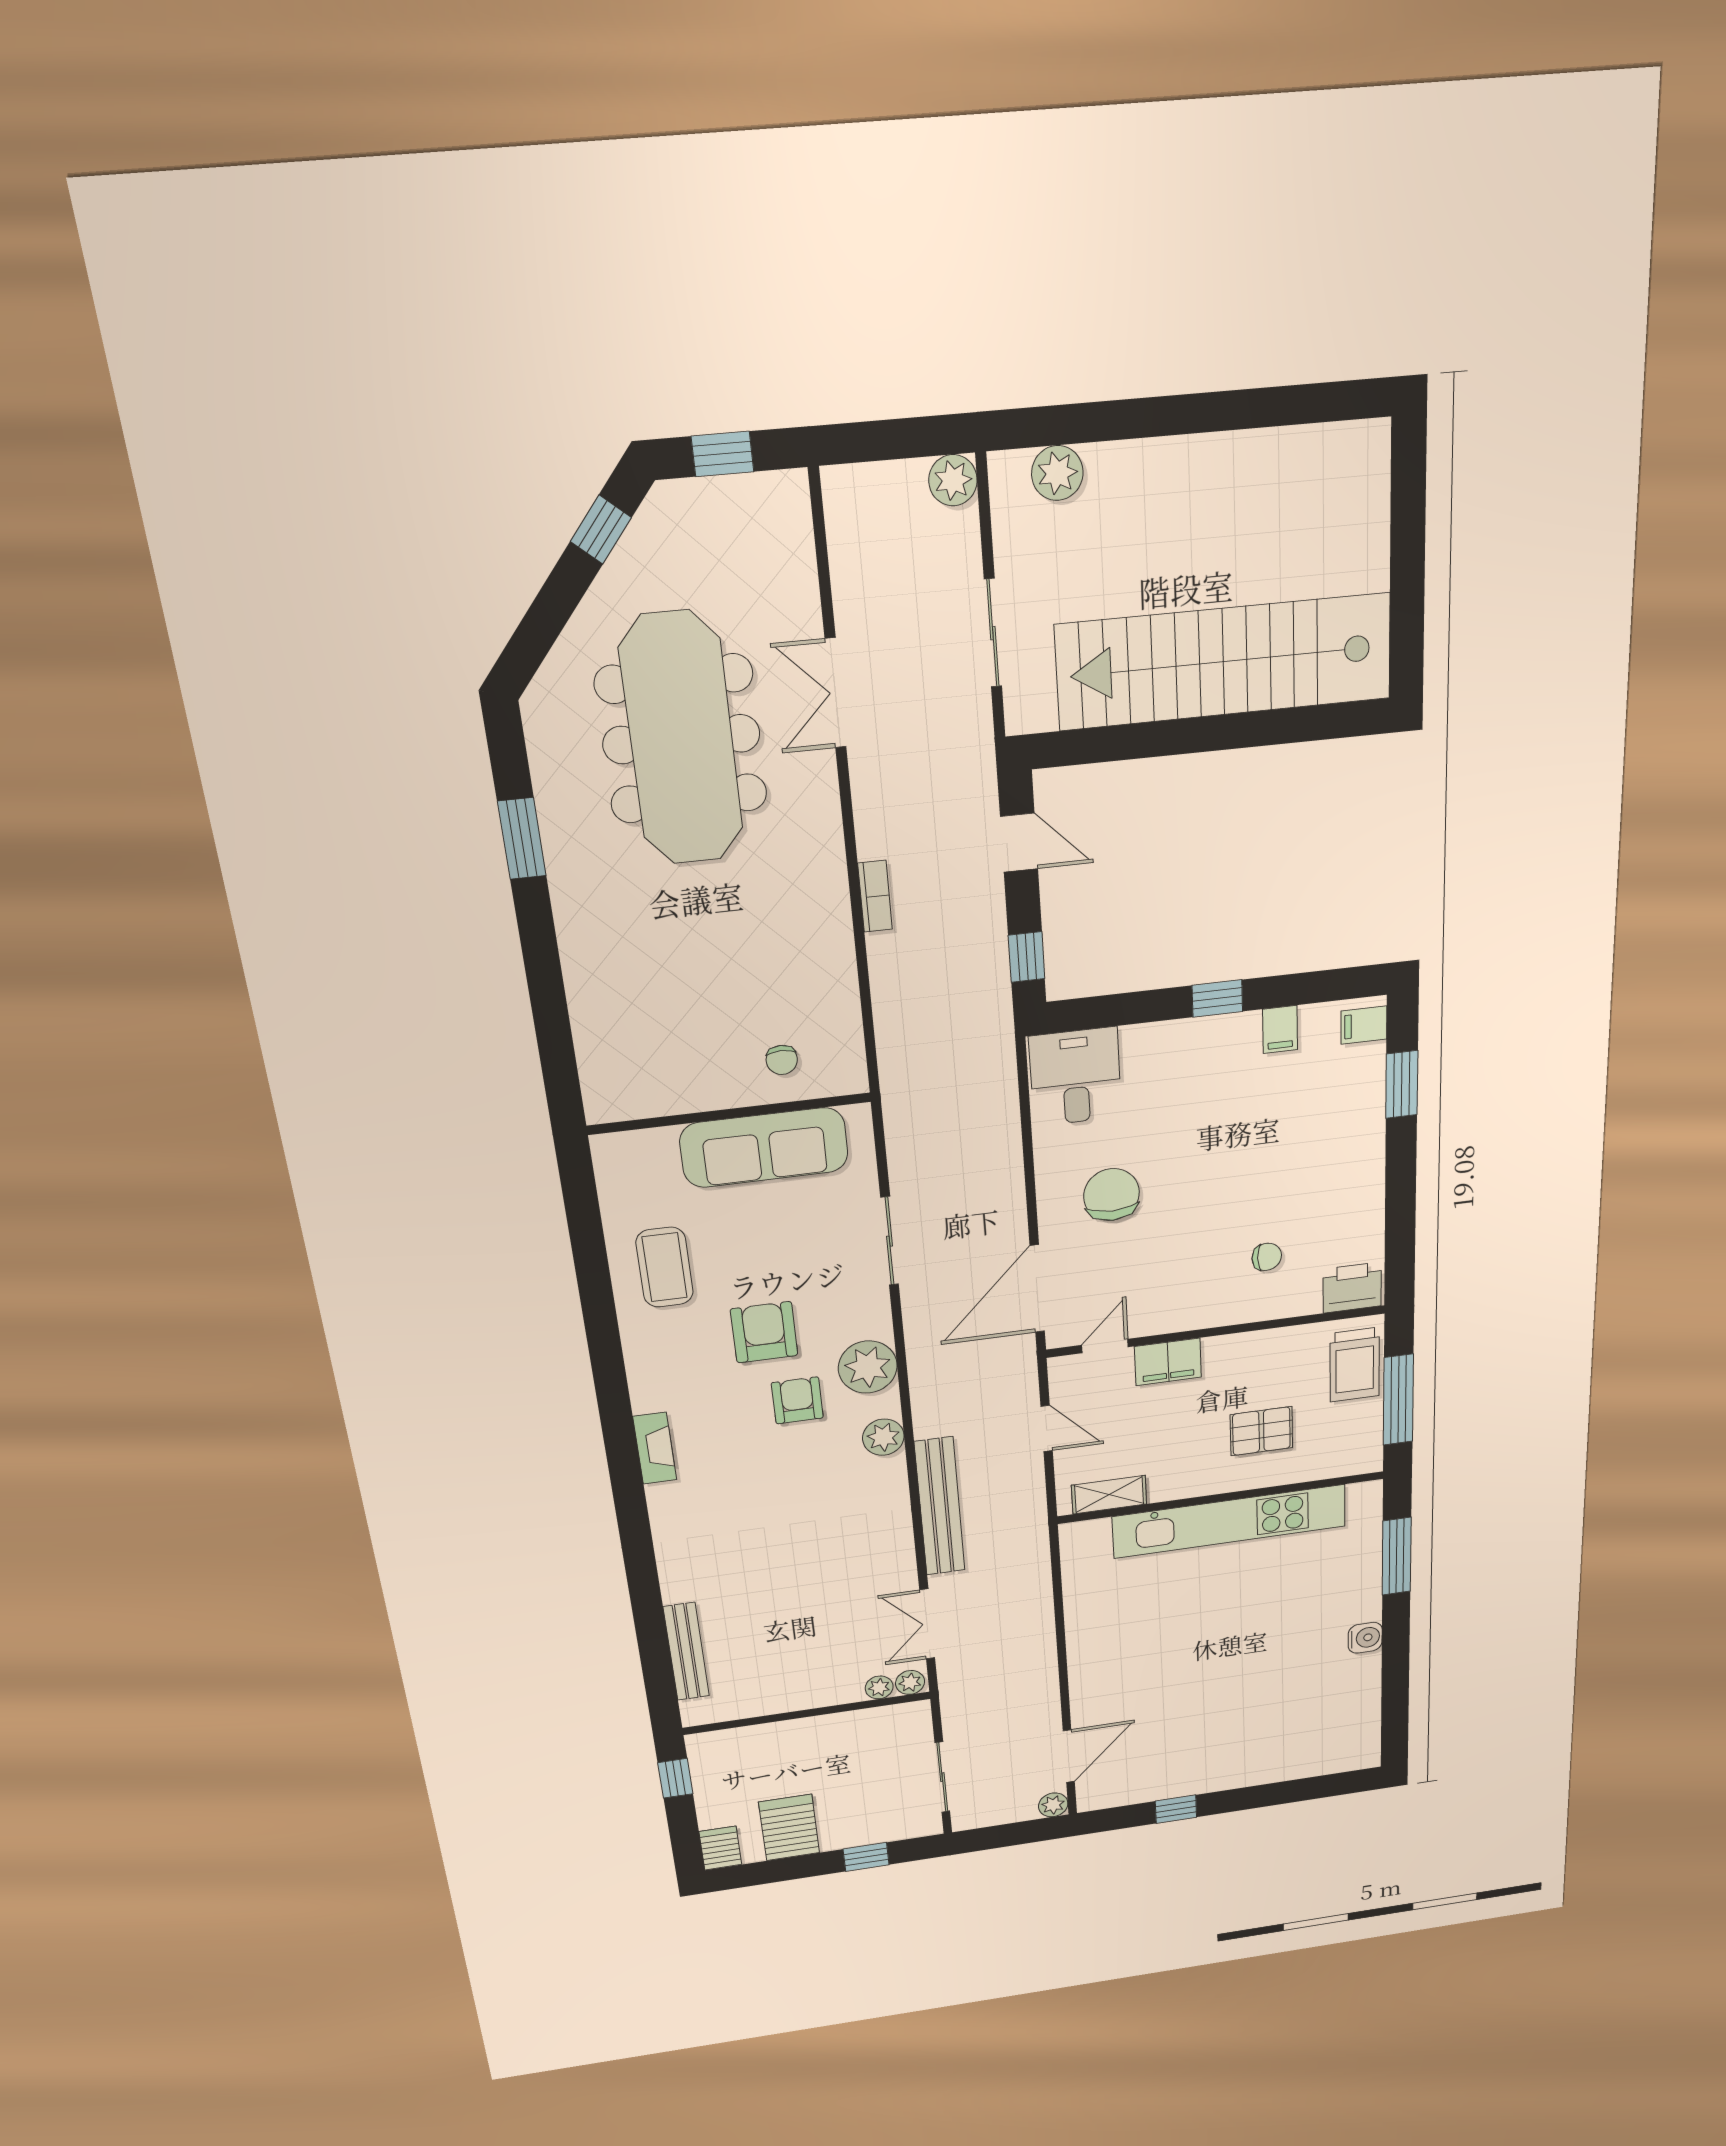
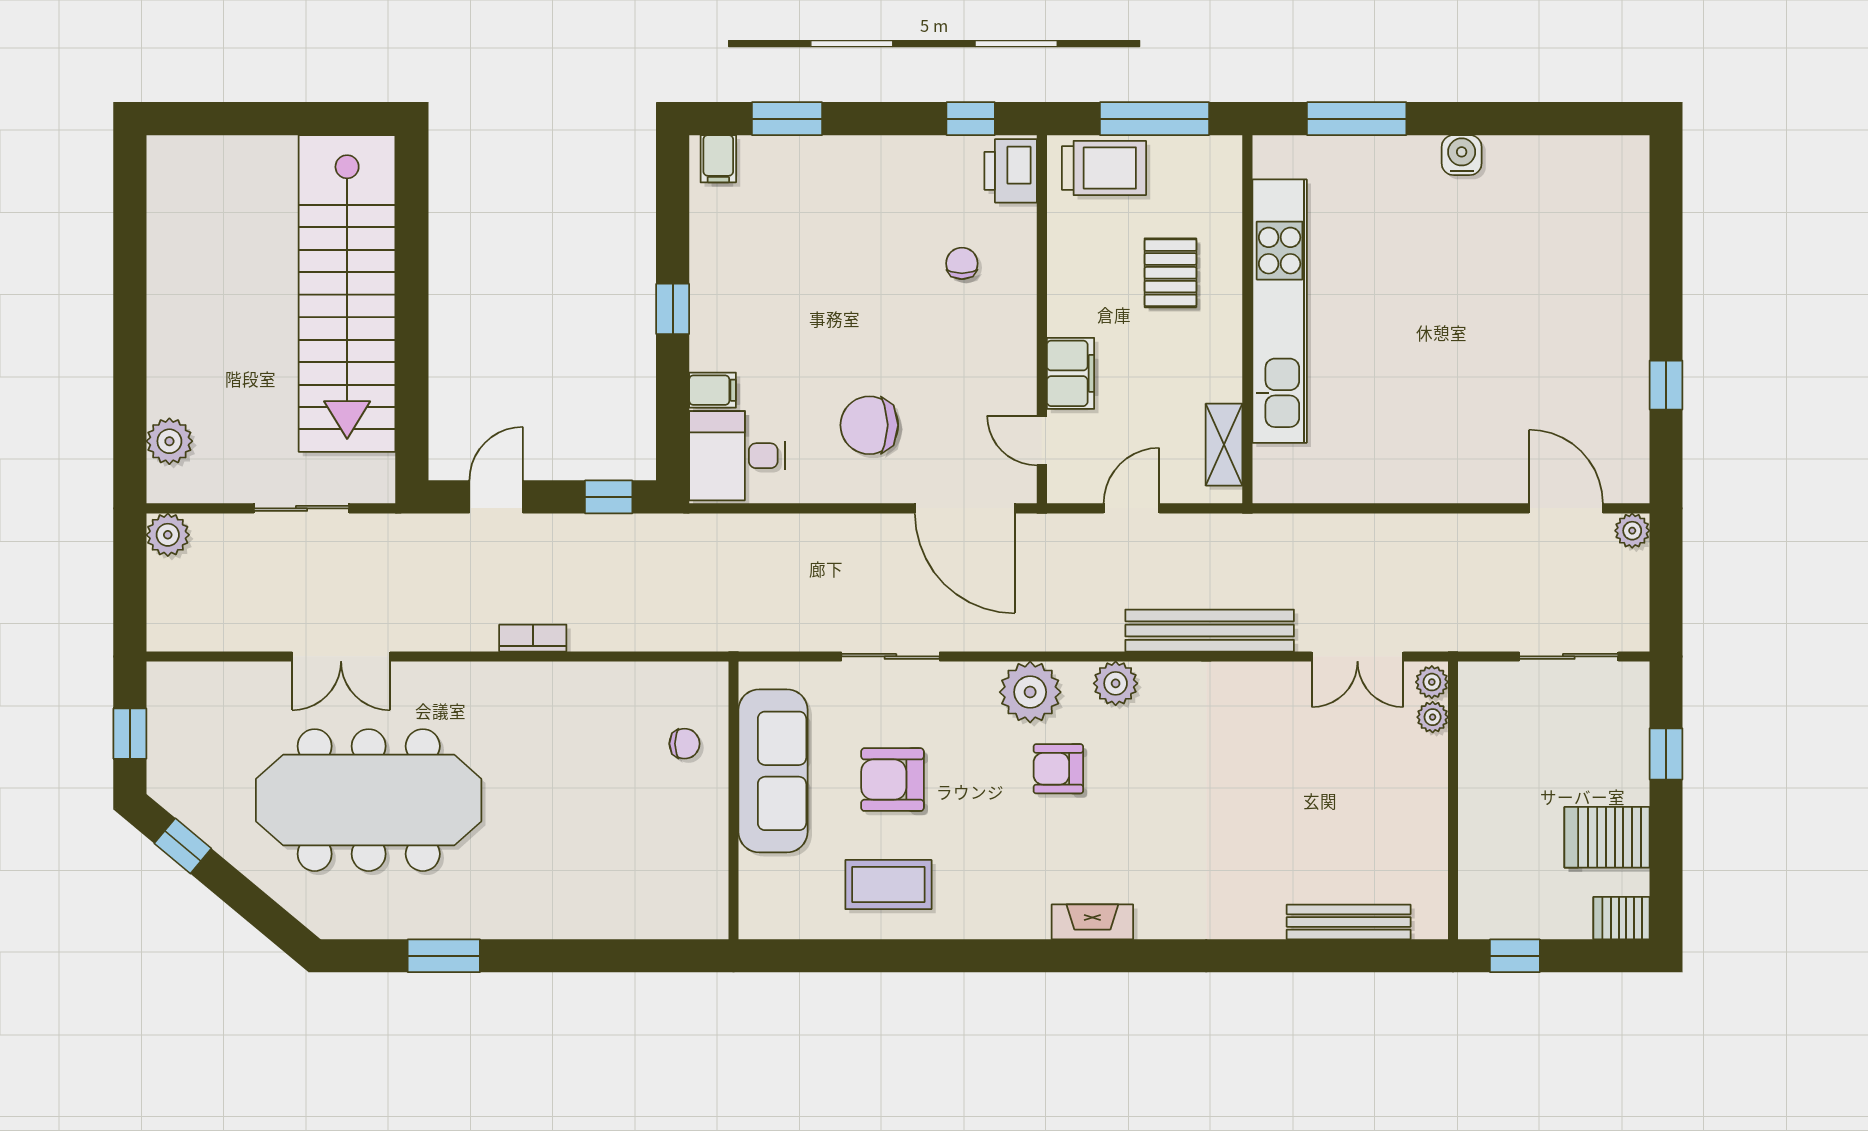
filing cabinet: (1280, 1029) -> (713, 390), moved
window: (1400, 1247) -> (971, 119), added
armchair: (764, 1332) -> (892, 780), moved

